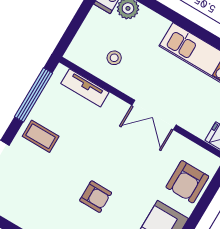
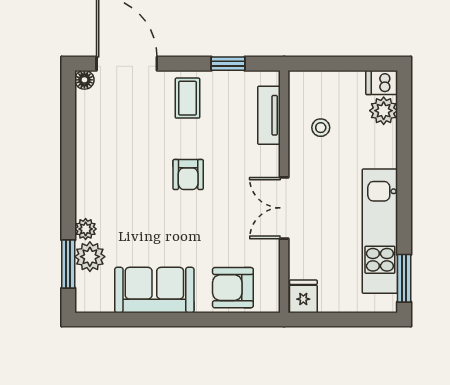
window: (33, 95) -> (228, 64), width x0.46
armchair: (96, 197) -> (188, 174), moved

